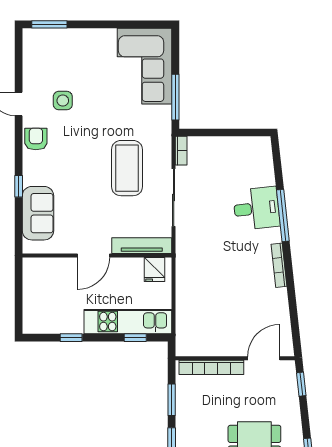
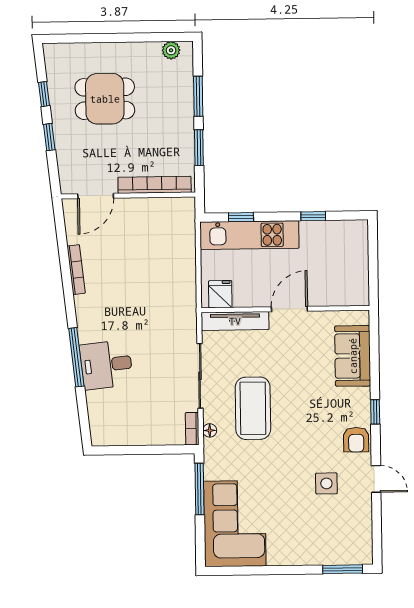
floor lamp: (166, 149) -> (210, 430), added
window: (19, 186) -> (375, 412), moved
bookcase: (279, 265) -> (76, 270), moved
window: (301, 384) -> (49, 137), moved

